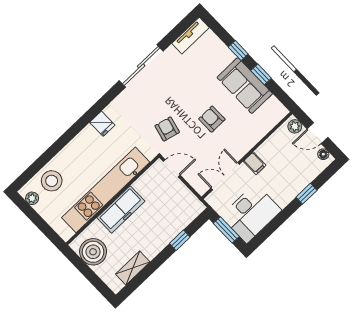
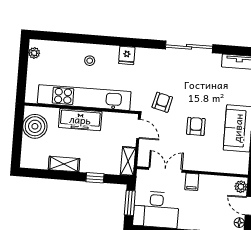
stool: (52, 181) -> (90, 61), moved, width x0.53, depth x0.53
shelving: (191, 201) -> (128, 161), added
shelving: (133, 268) -> (64, 164), moved

